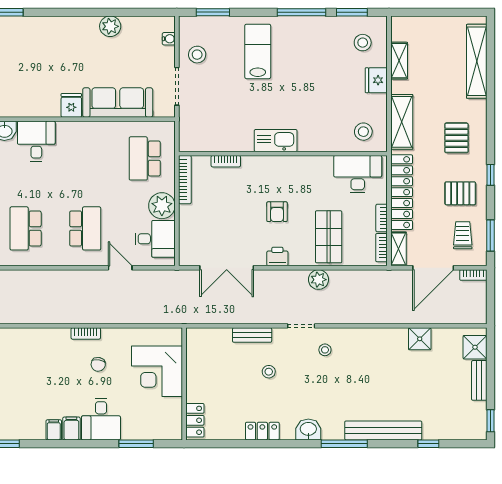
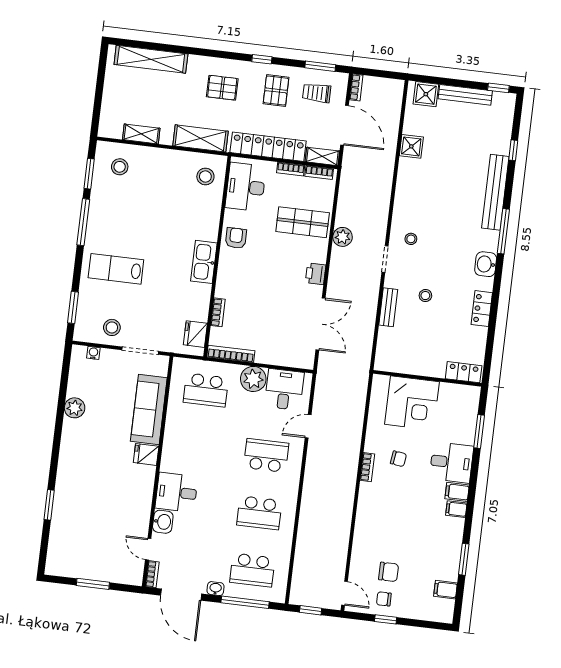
fridge: (376, 80) -> (195, 334), moved, turned 90
armchair: (277, 212) -> (236, 238), moved, turned -90
bench: (479, 380) -> (465, 95), width x1.36

